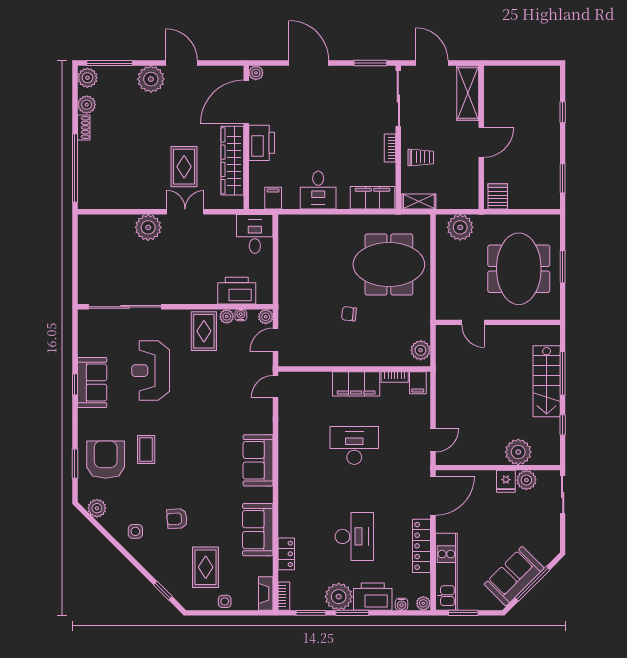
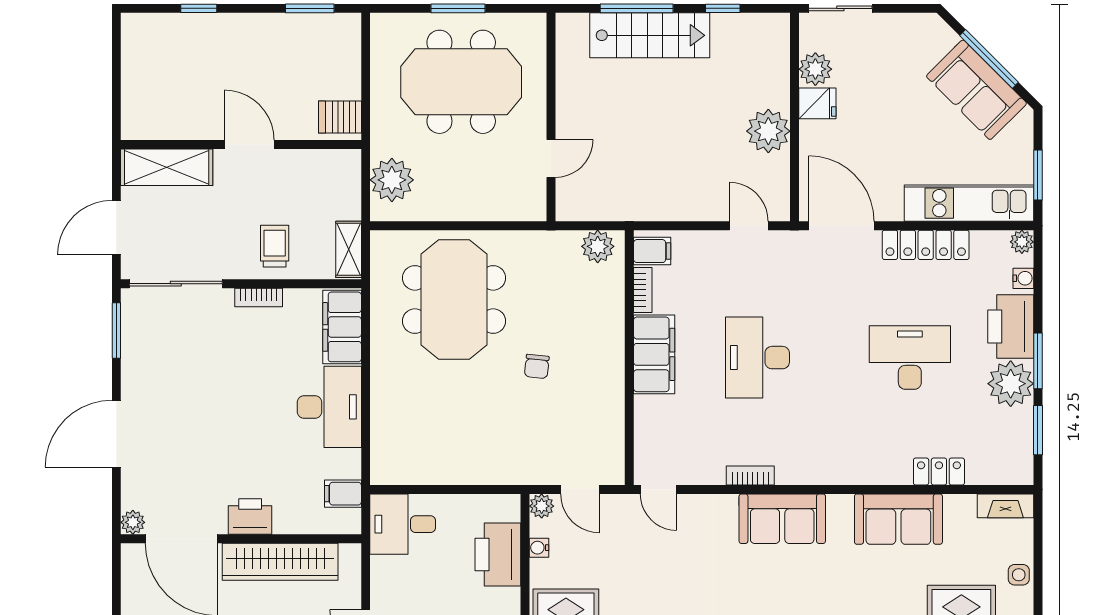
printer: (262, 143) -> (250, 516), width x0.73, depth x0.84
desk: (318, 190) -> (329, 407), width x1.37
plant: (227, 316) -> (541, 571), removed
plant: (518, 452) -> (768, 131), moved
bookcase: (284, 596) -> (750, 476), moved

